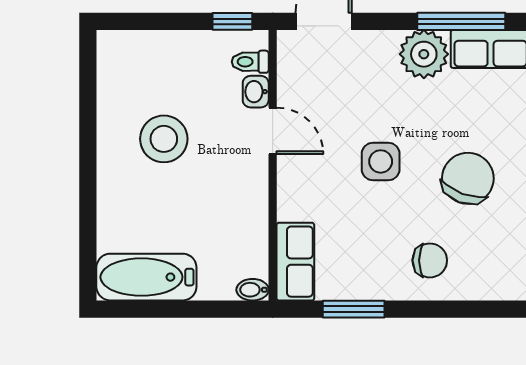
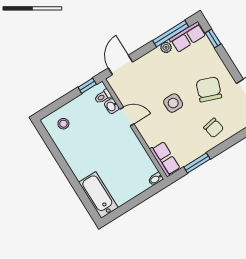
plant: (424, 54) -> (166, 47), width x0.53, depth x0.53
stool: (164, 139) -> (63, 124), moved, width x0.53, depth x0.53
chair: (430, 260) -> (214, 128), turned 79
bathtub: (146, 277) -> (98, 195), moved, turned 90

